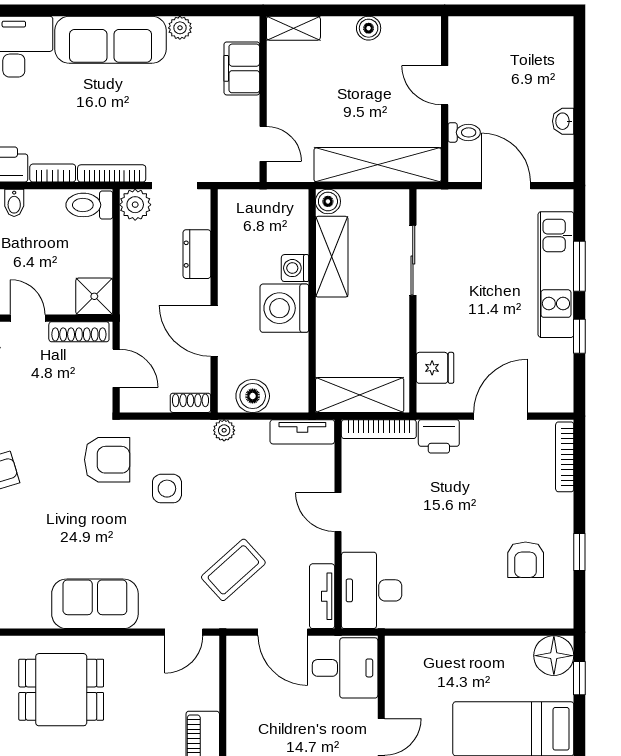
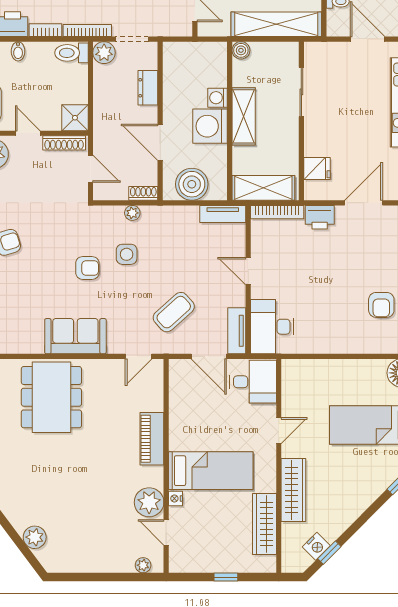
shelving: (332, 257) -> (244, 116), moved
boiler: (253, 396) -> (192, 184), width x1.37, depth x1.37
plant: (224, 430) -> (132, 213), moved
armchair: (107, 460) -> (87, 268), moved, width x0.72, depth x0.72
dining table: (61, 690) -> (51, 397), width x1.38

